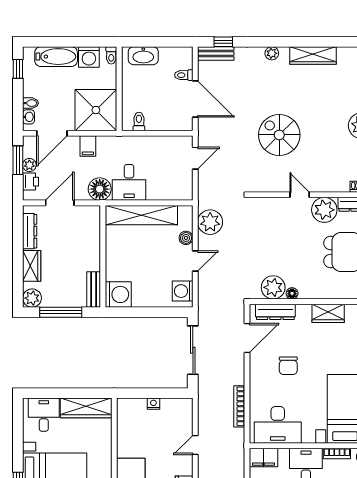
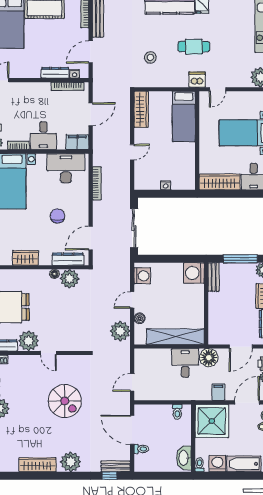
plant: (272, 53) -> (71, 462), width x1.88, depth x1.88
washbasin: (143, 56) -> (184, 458), moved, turned -90

